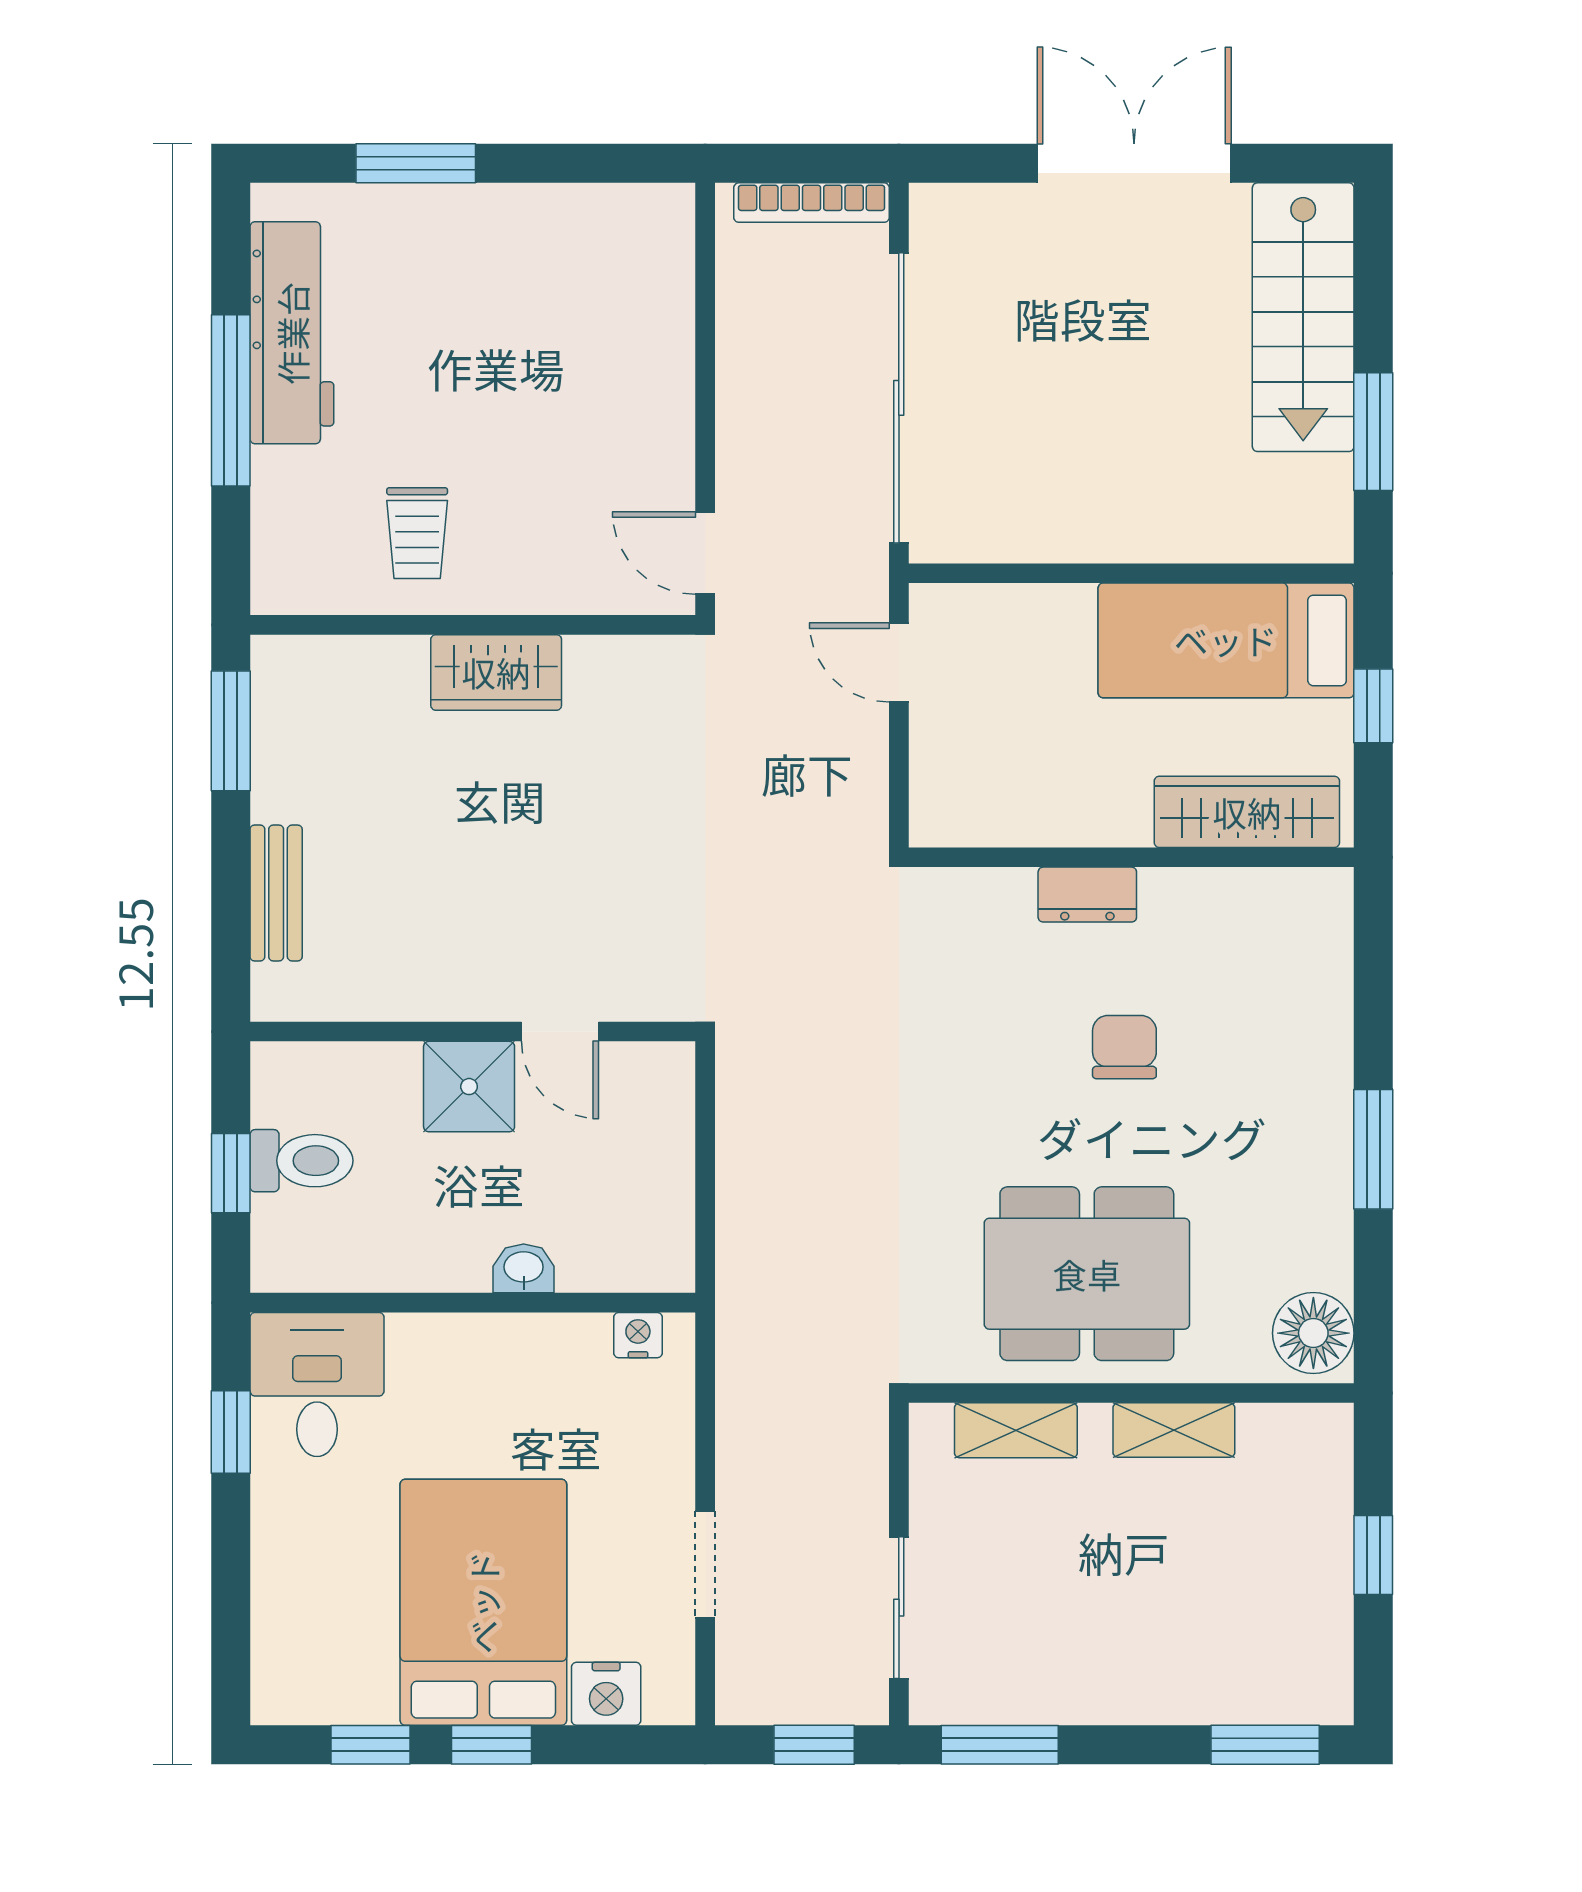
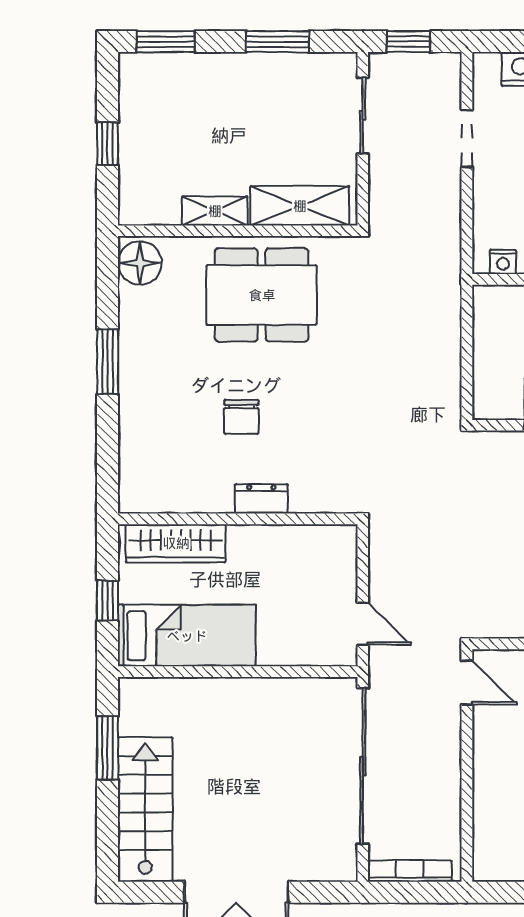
shelving: (1016, 1430) -> (300, 206), width x1.50, depth x1.33
window: (1000, 1745) -> (277, 42), moved

